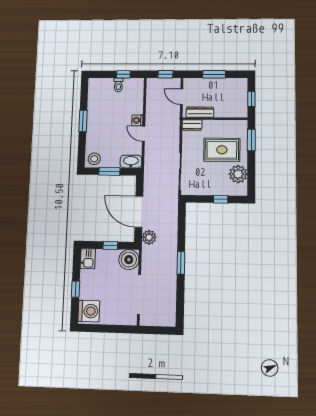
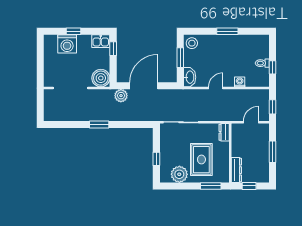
dresser: (200, 112) -> (236, 170), moved
washing machine: (137, 120) -> (240, 82), moved
window: (110, 245) -> (113, 49), moved
washing machine: (89, 311) -> (67, 44), moved

